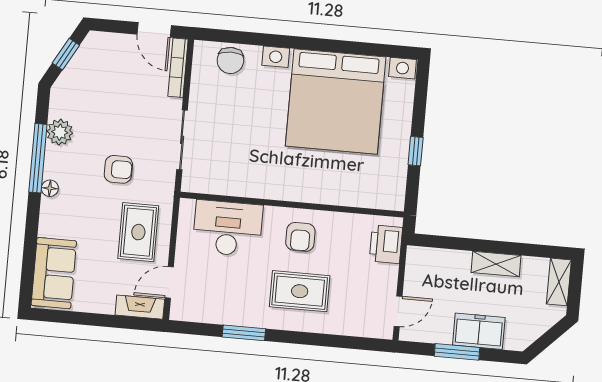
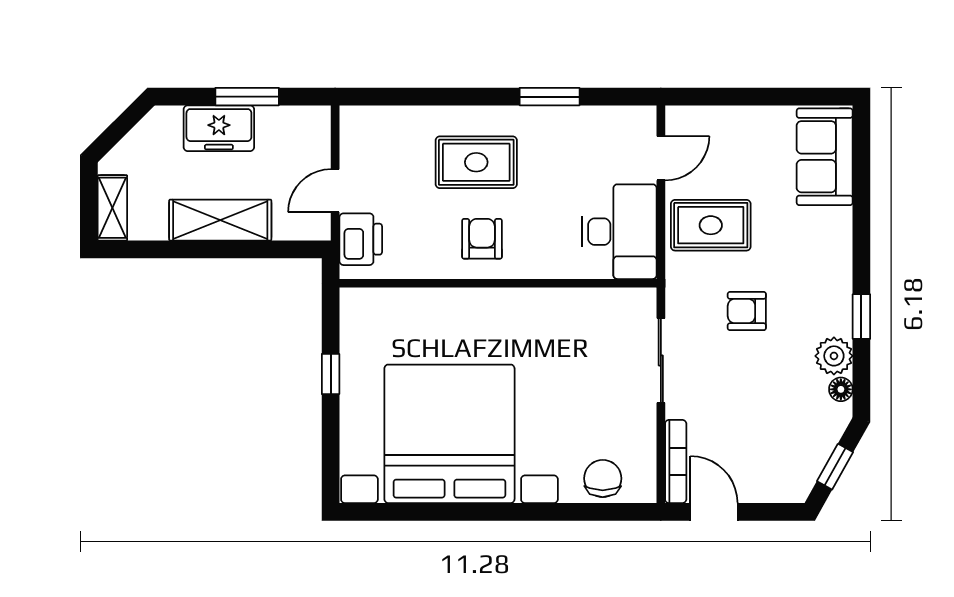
window: (38, 158) -> (861, 317), width x0.46
floor lamp: (50, 188) -> (841, 389), moved
desk: (228, 228) -> (619, 232), moved, turned -90
rug: (138, 232) -> (711, 225), turned 90
shelving: (496, 264) -> (220, 220), width x1.50, depth x1.33
fireplace: (140, 307) -> (699, 120), removed
door: (398, 311) -> (335, 191), moved

